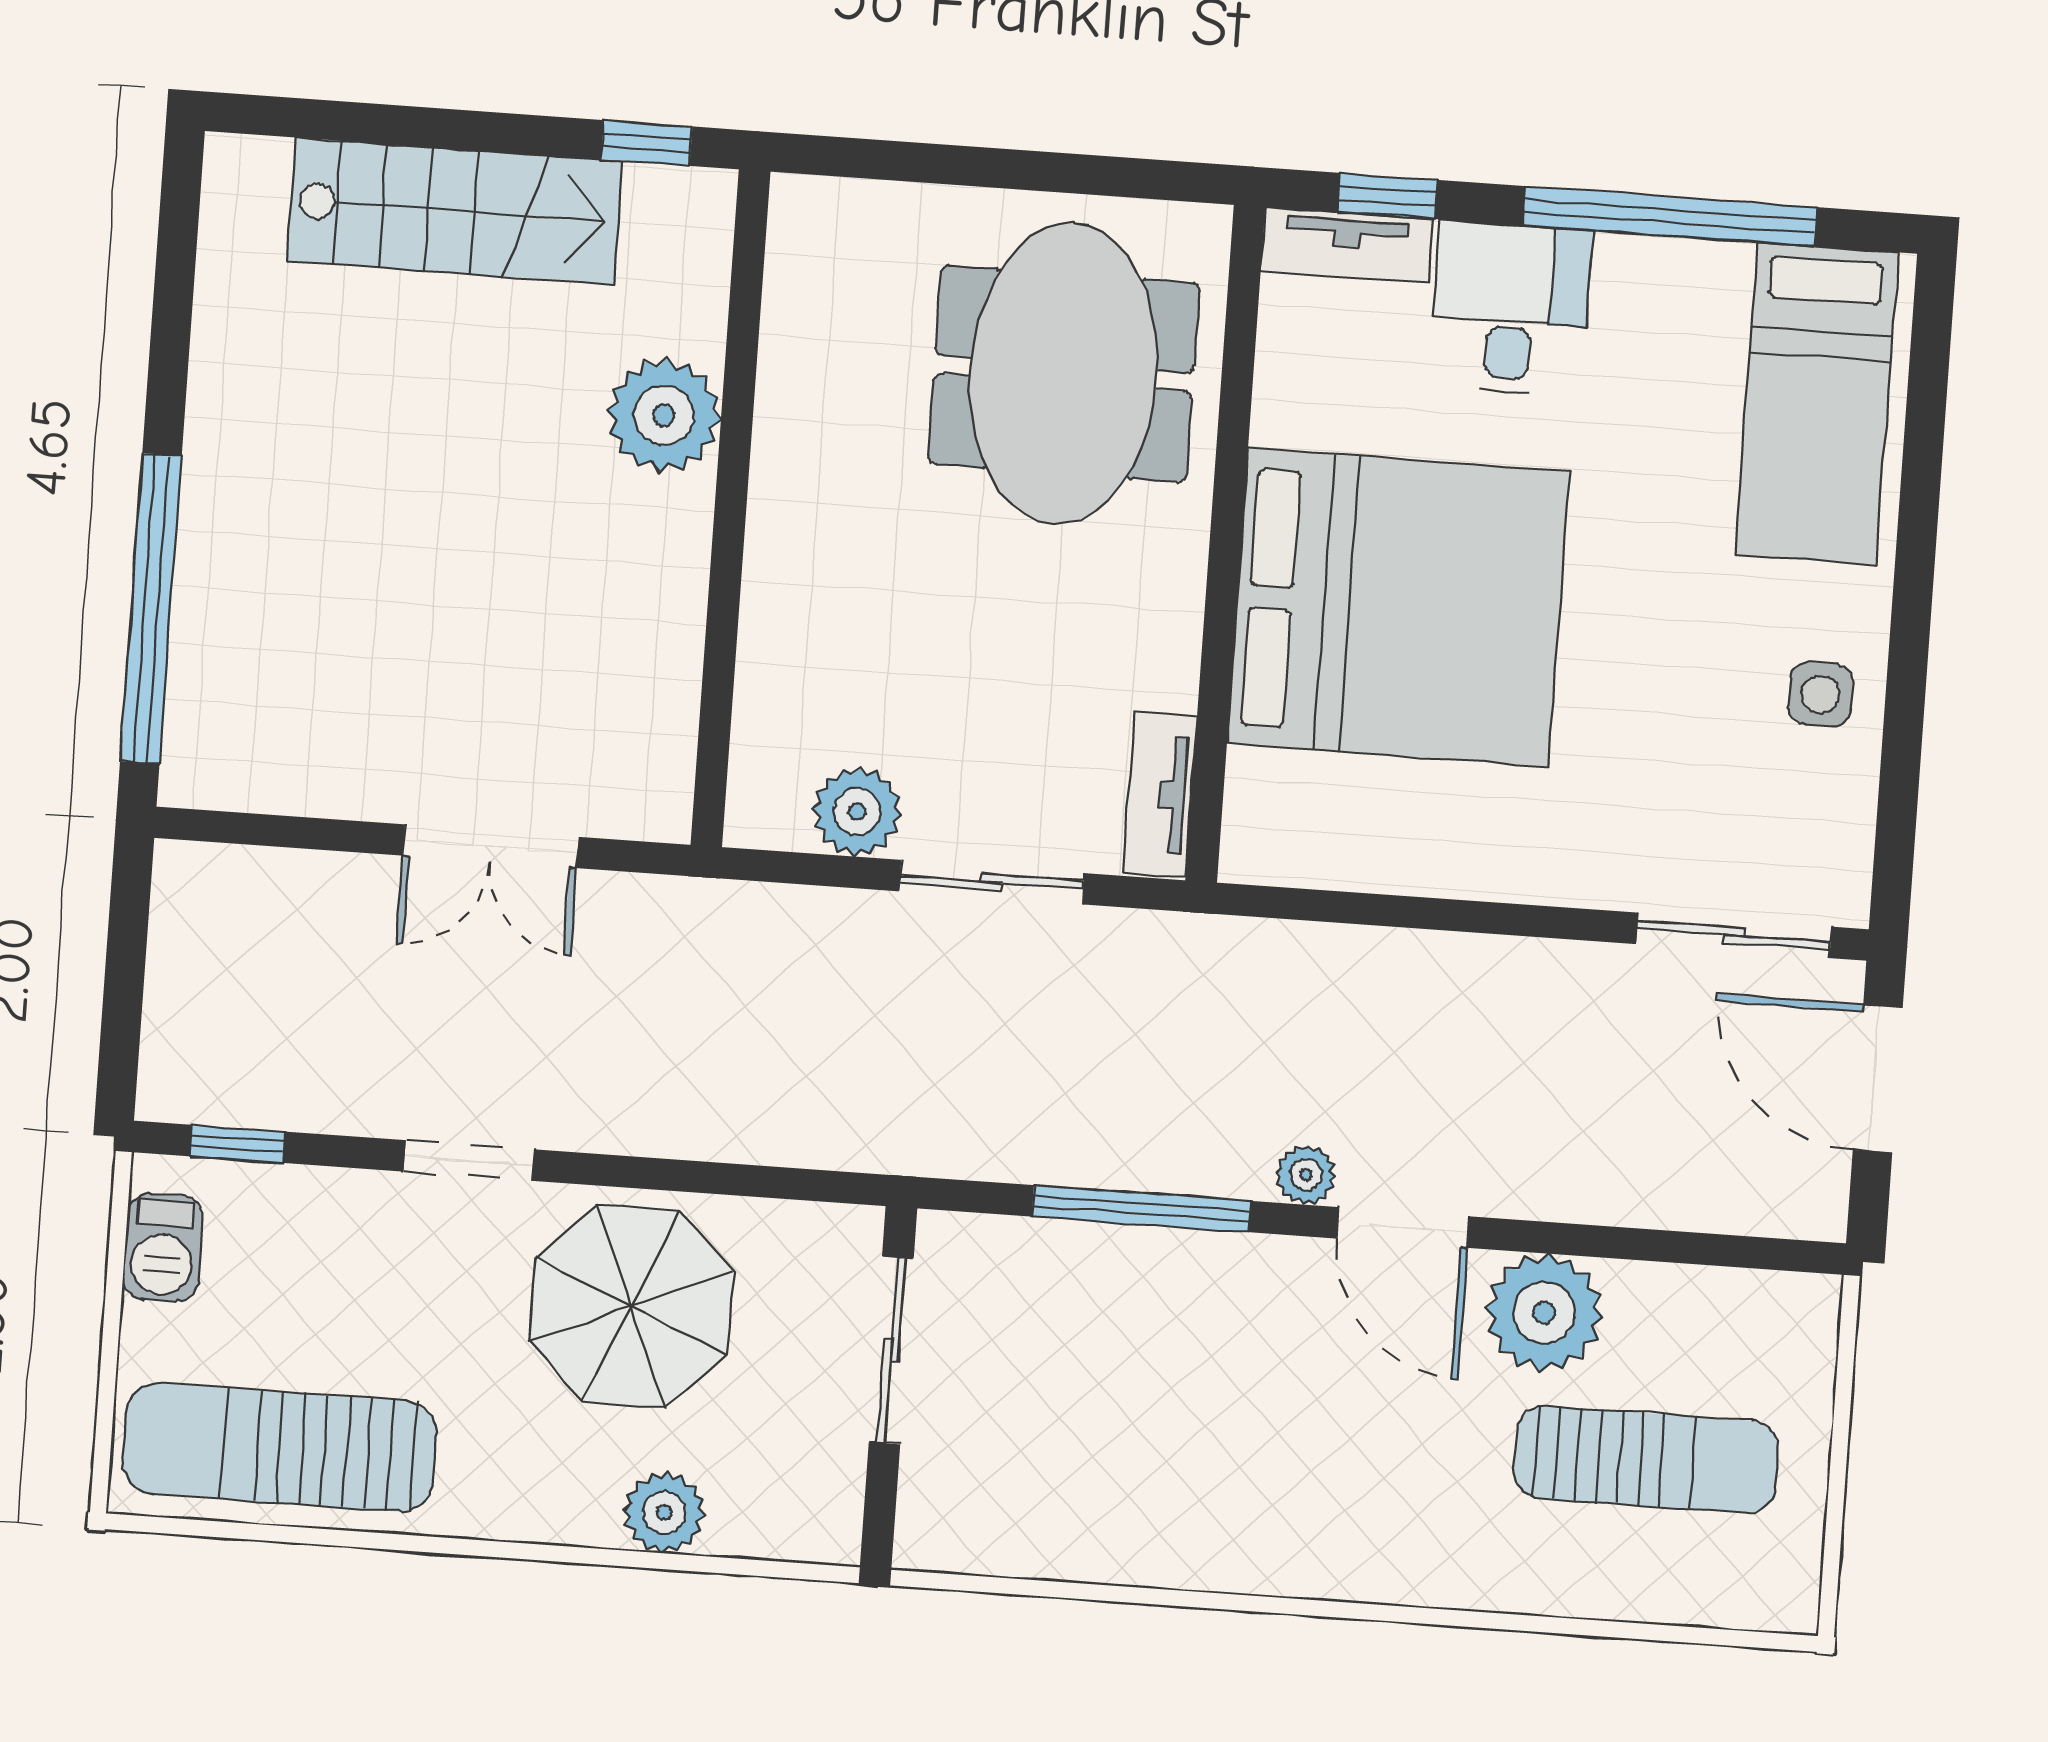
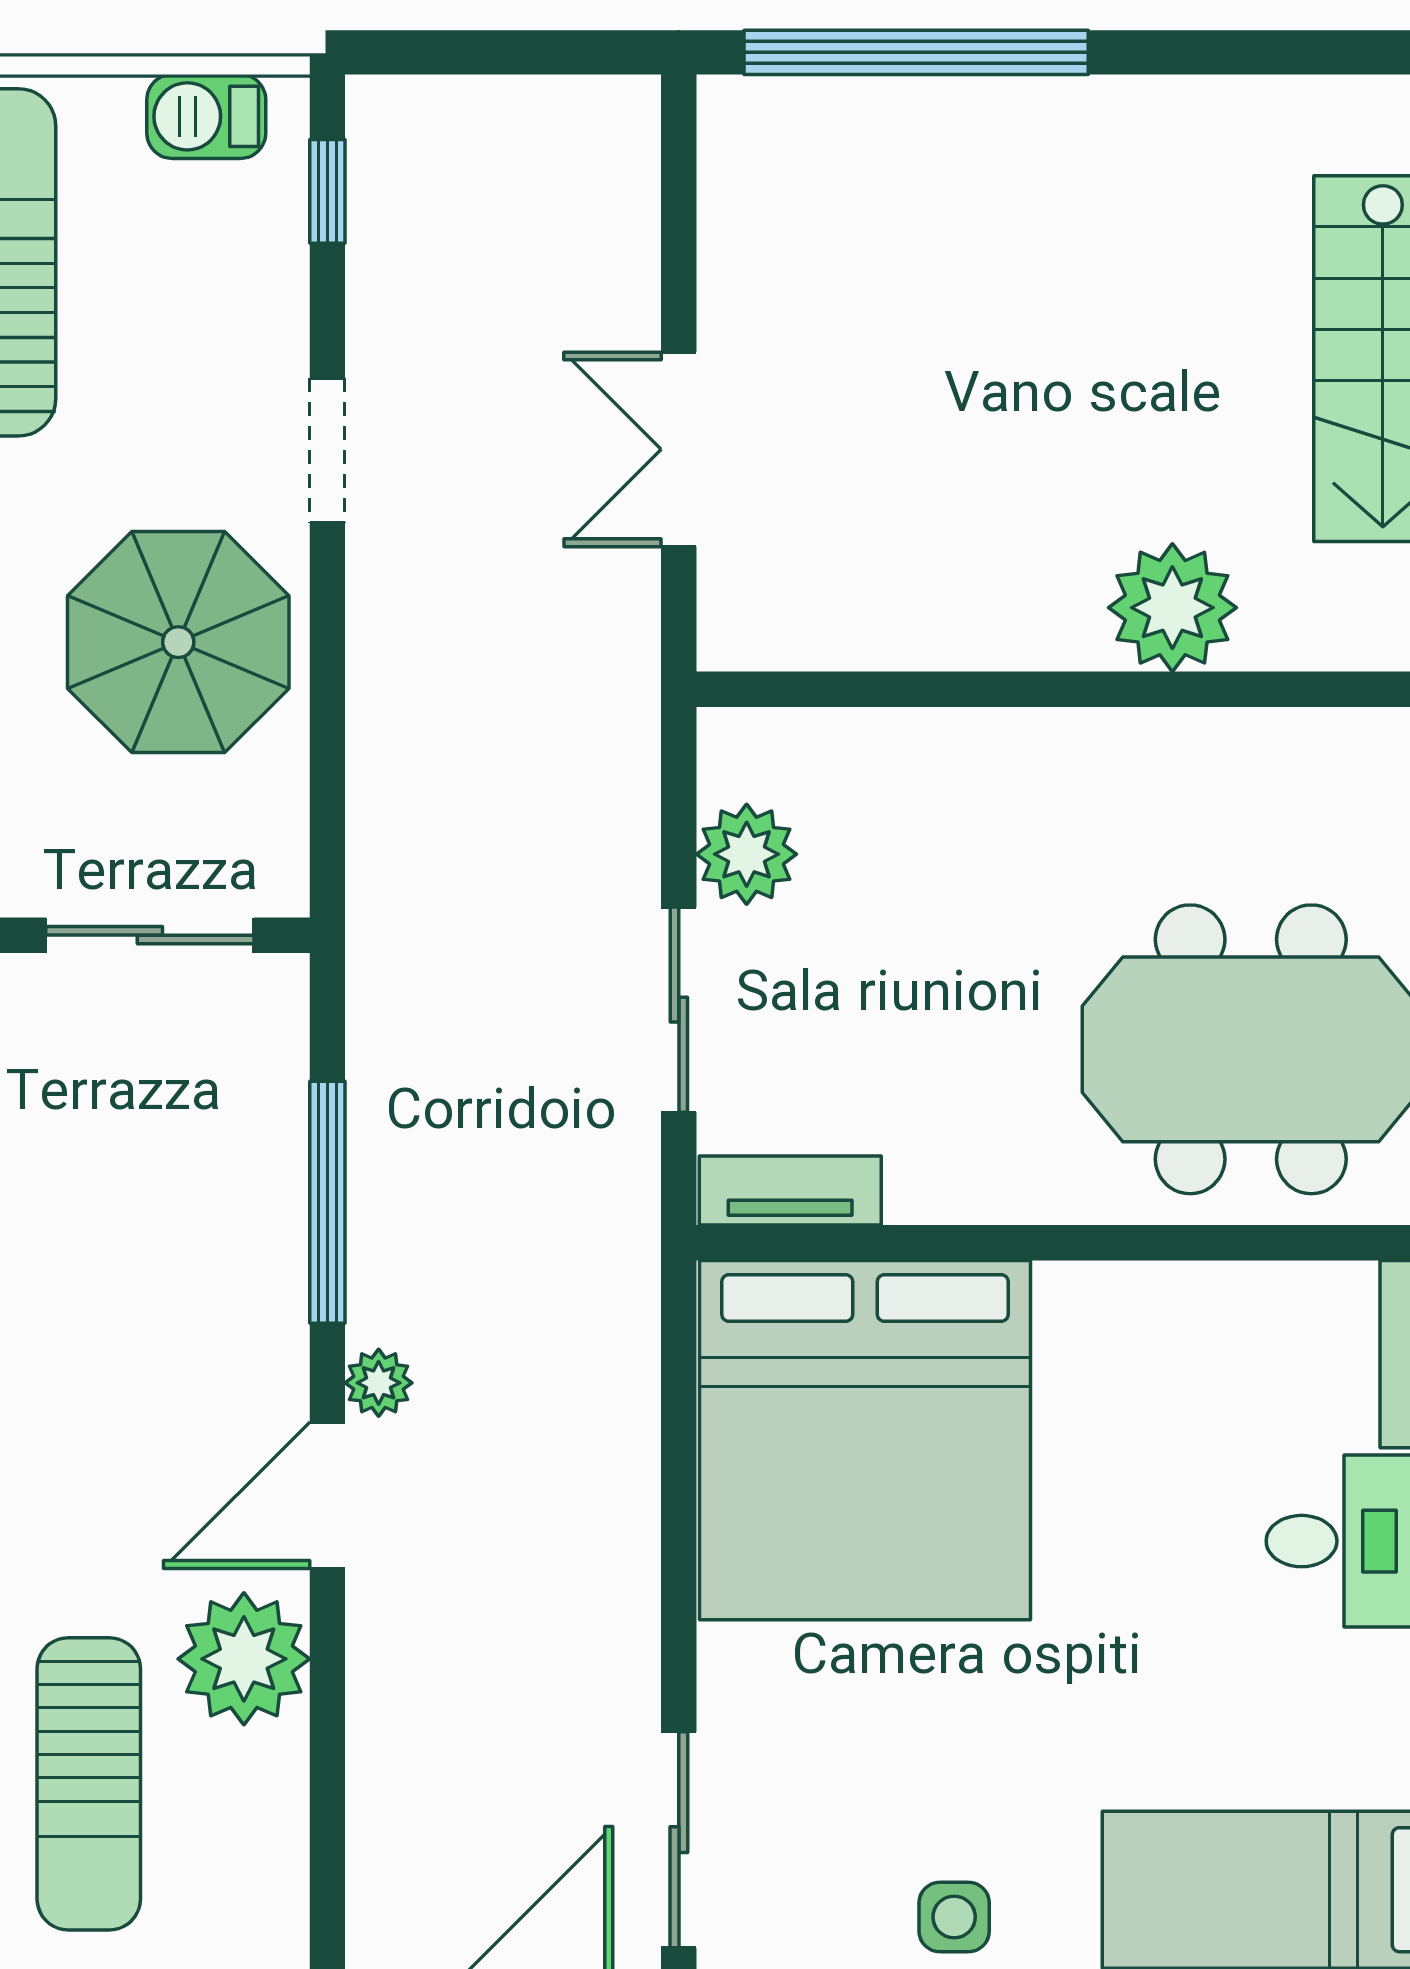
bed: (1398, 607) -> (865, 1440), moved

